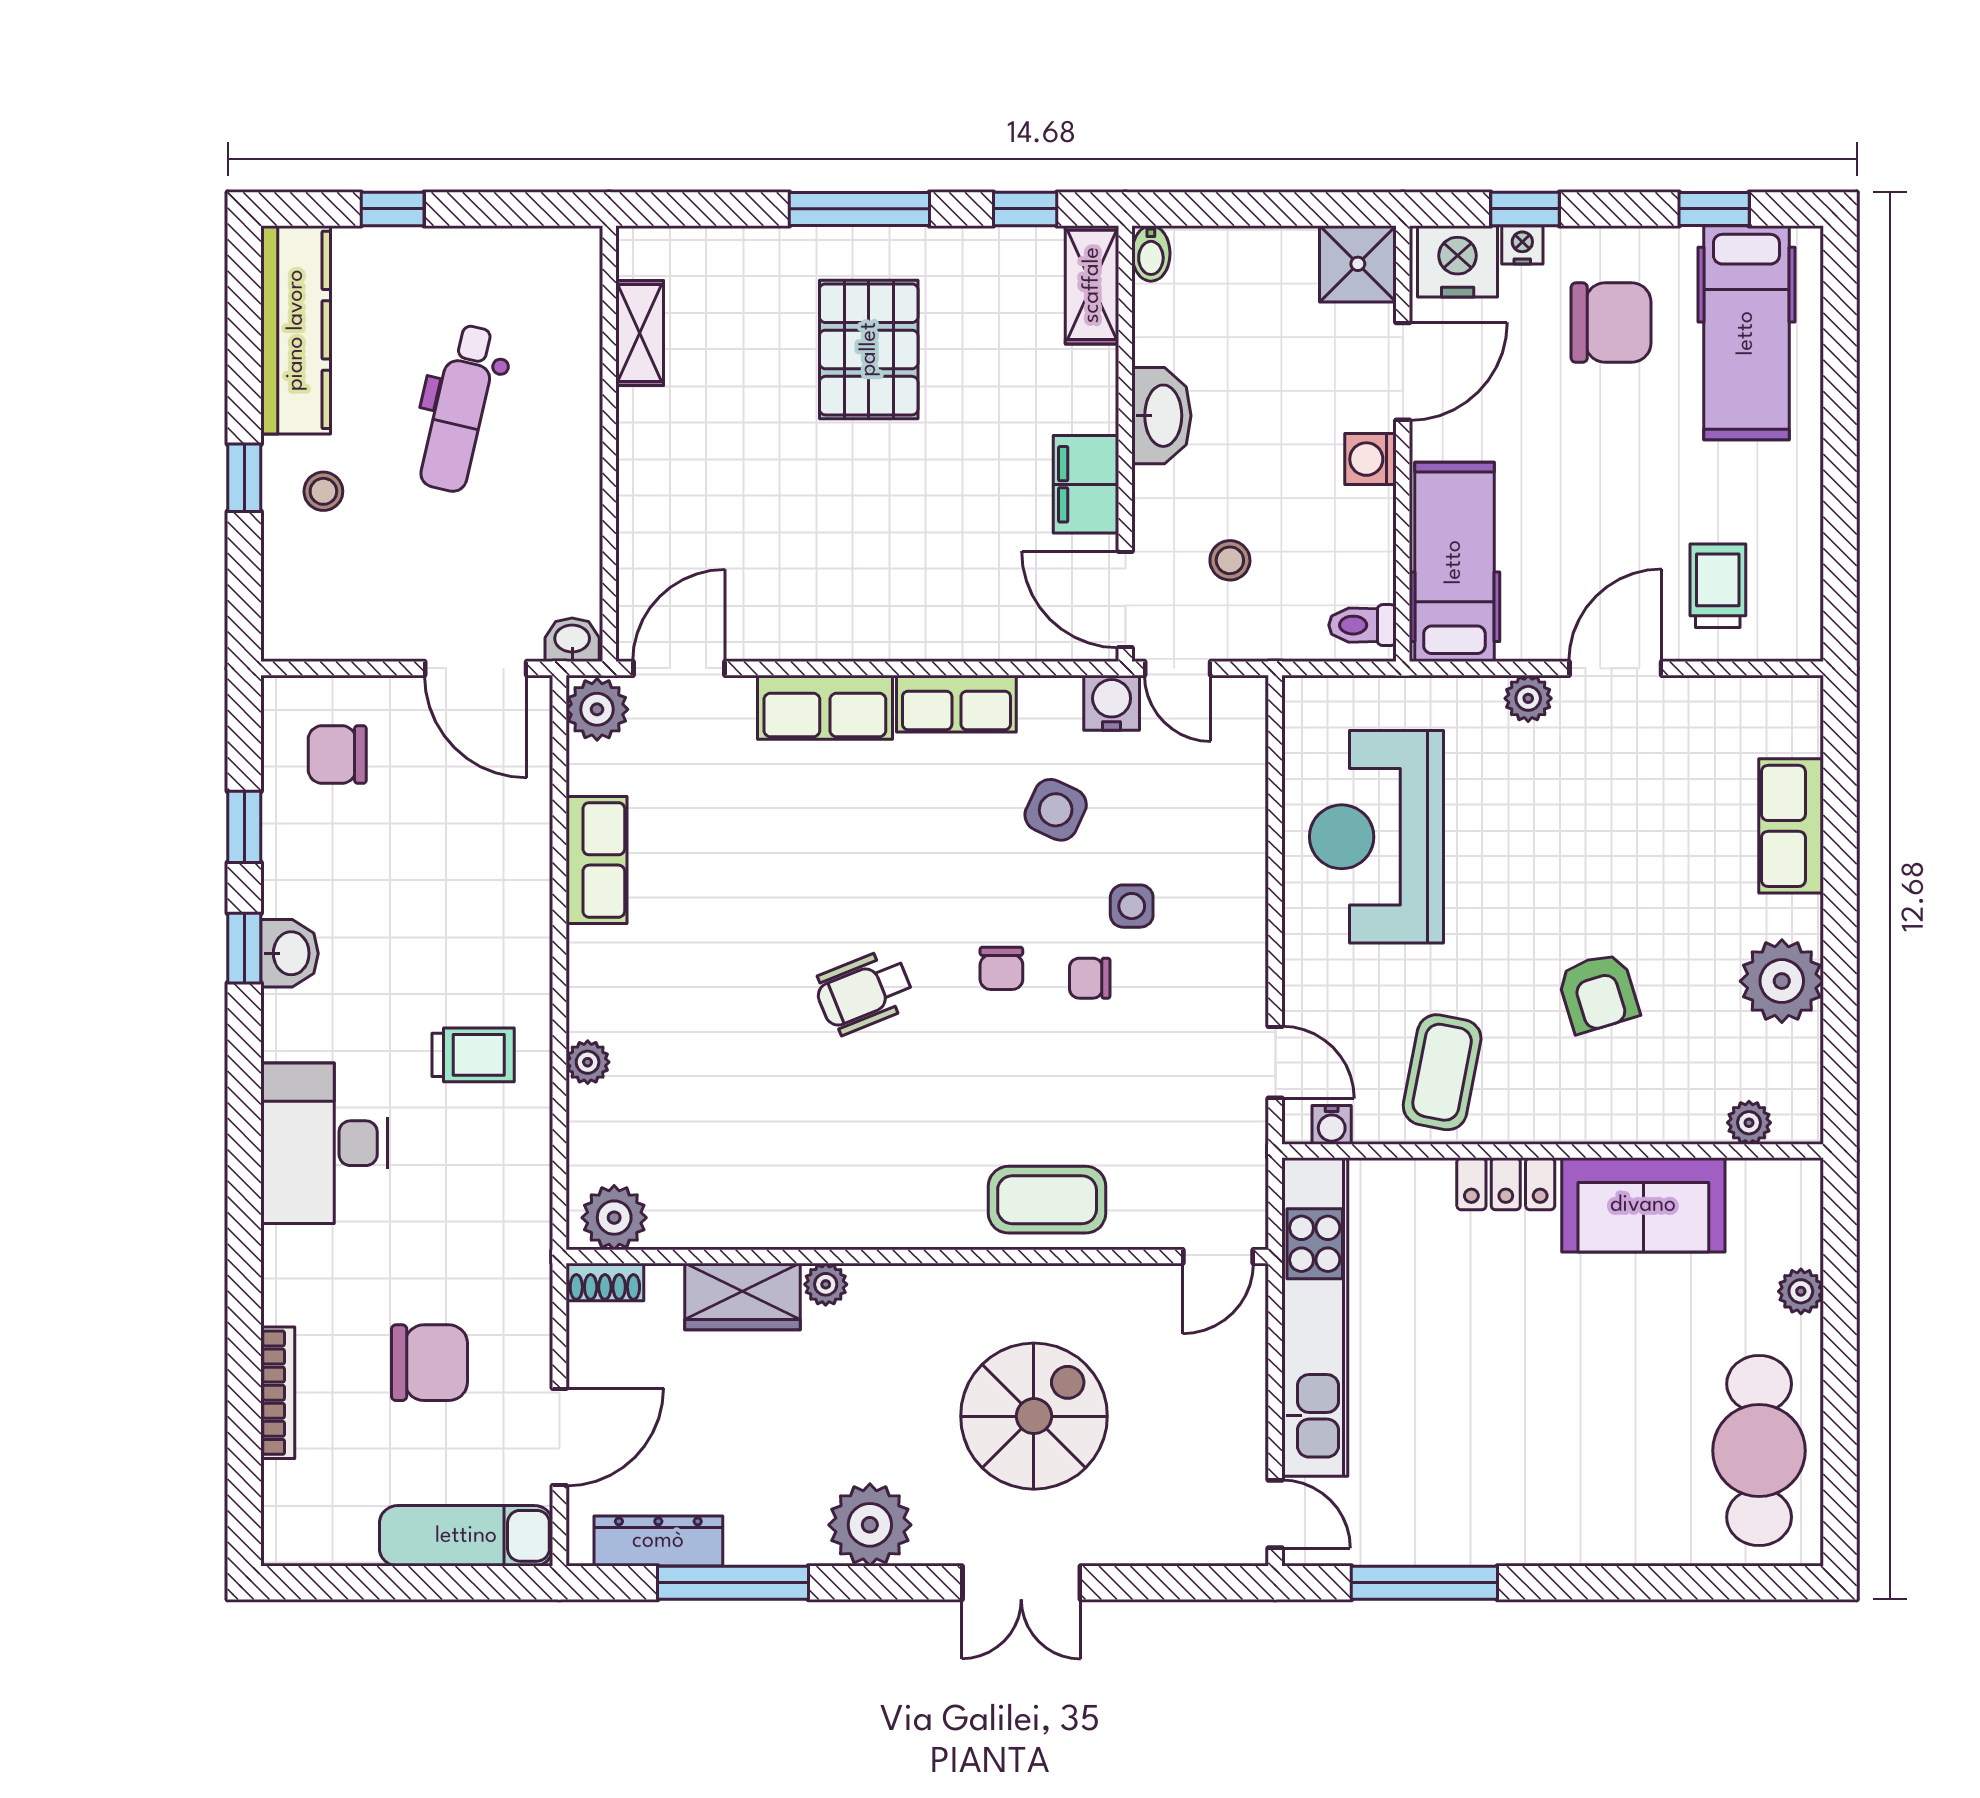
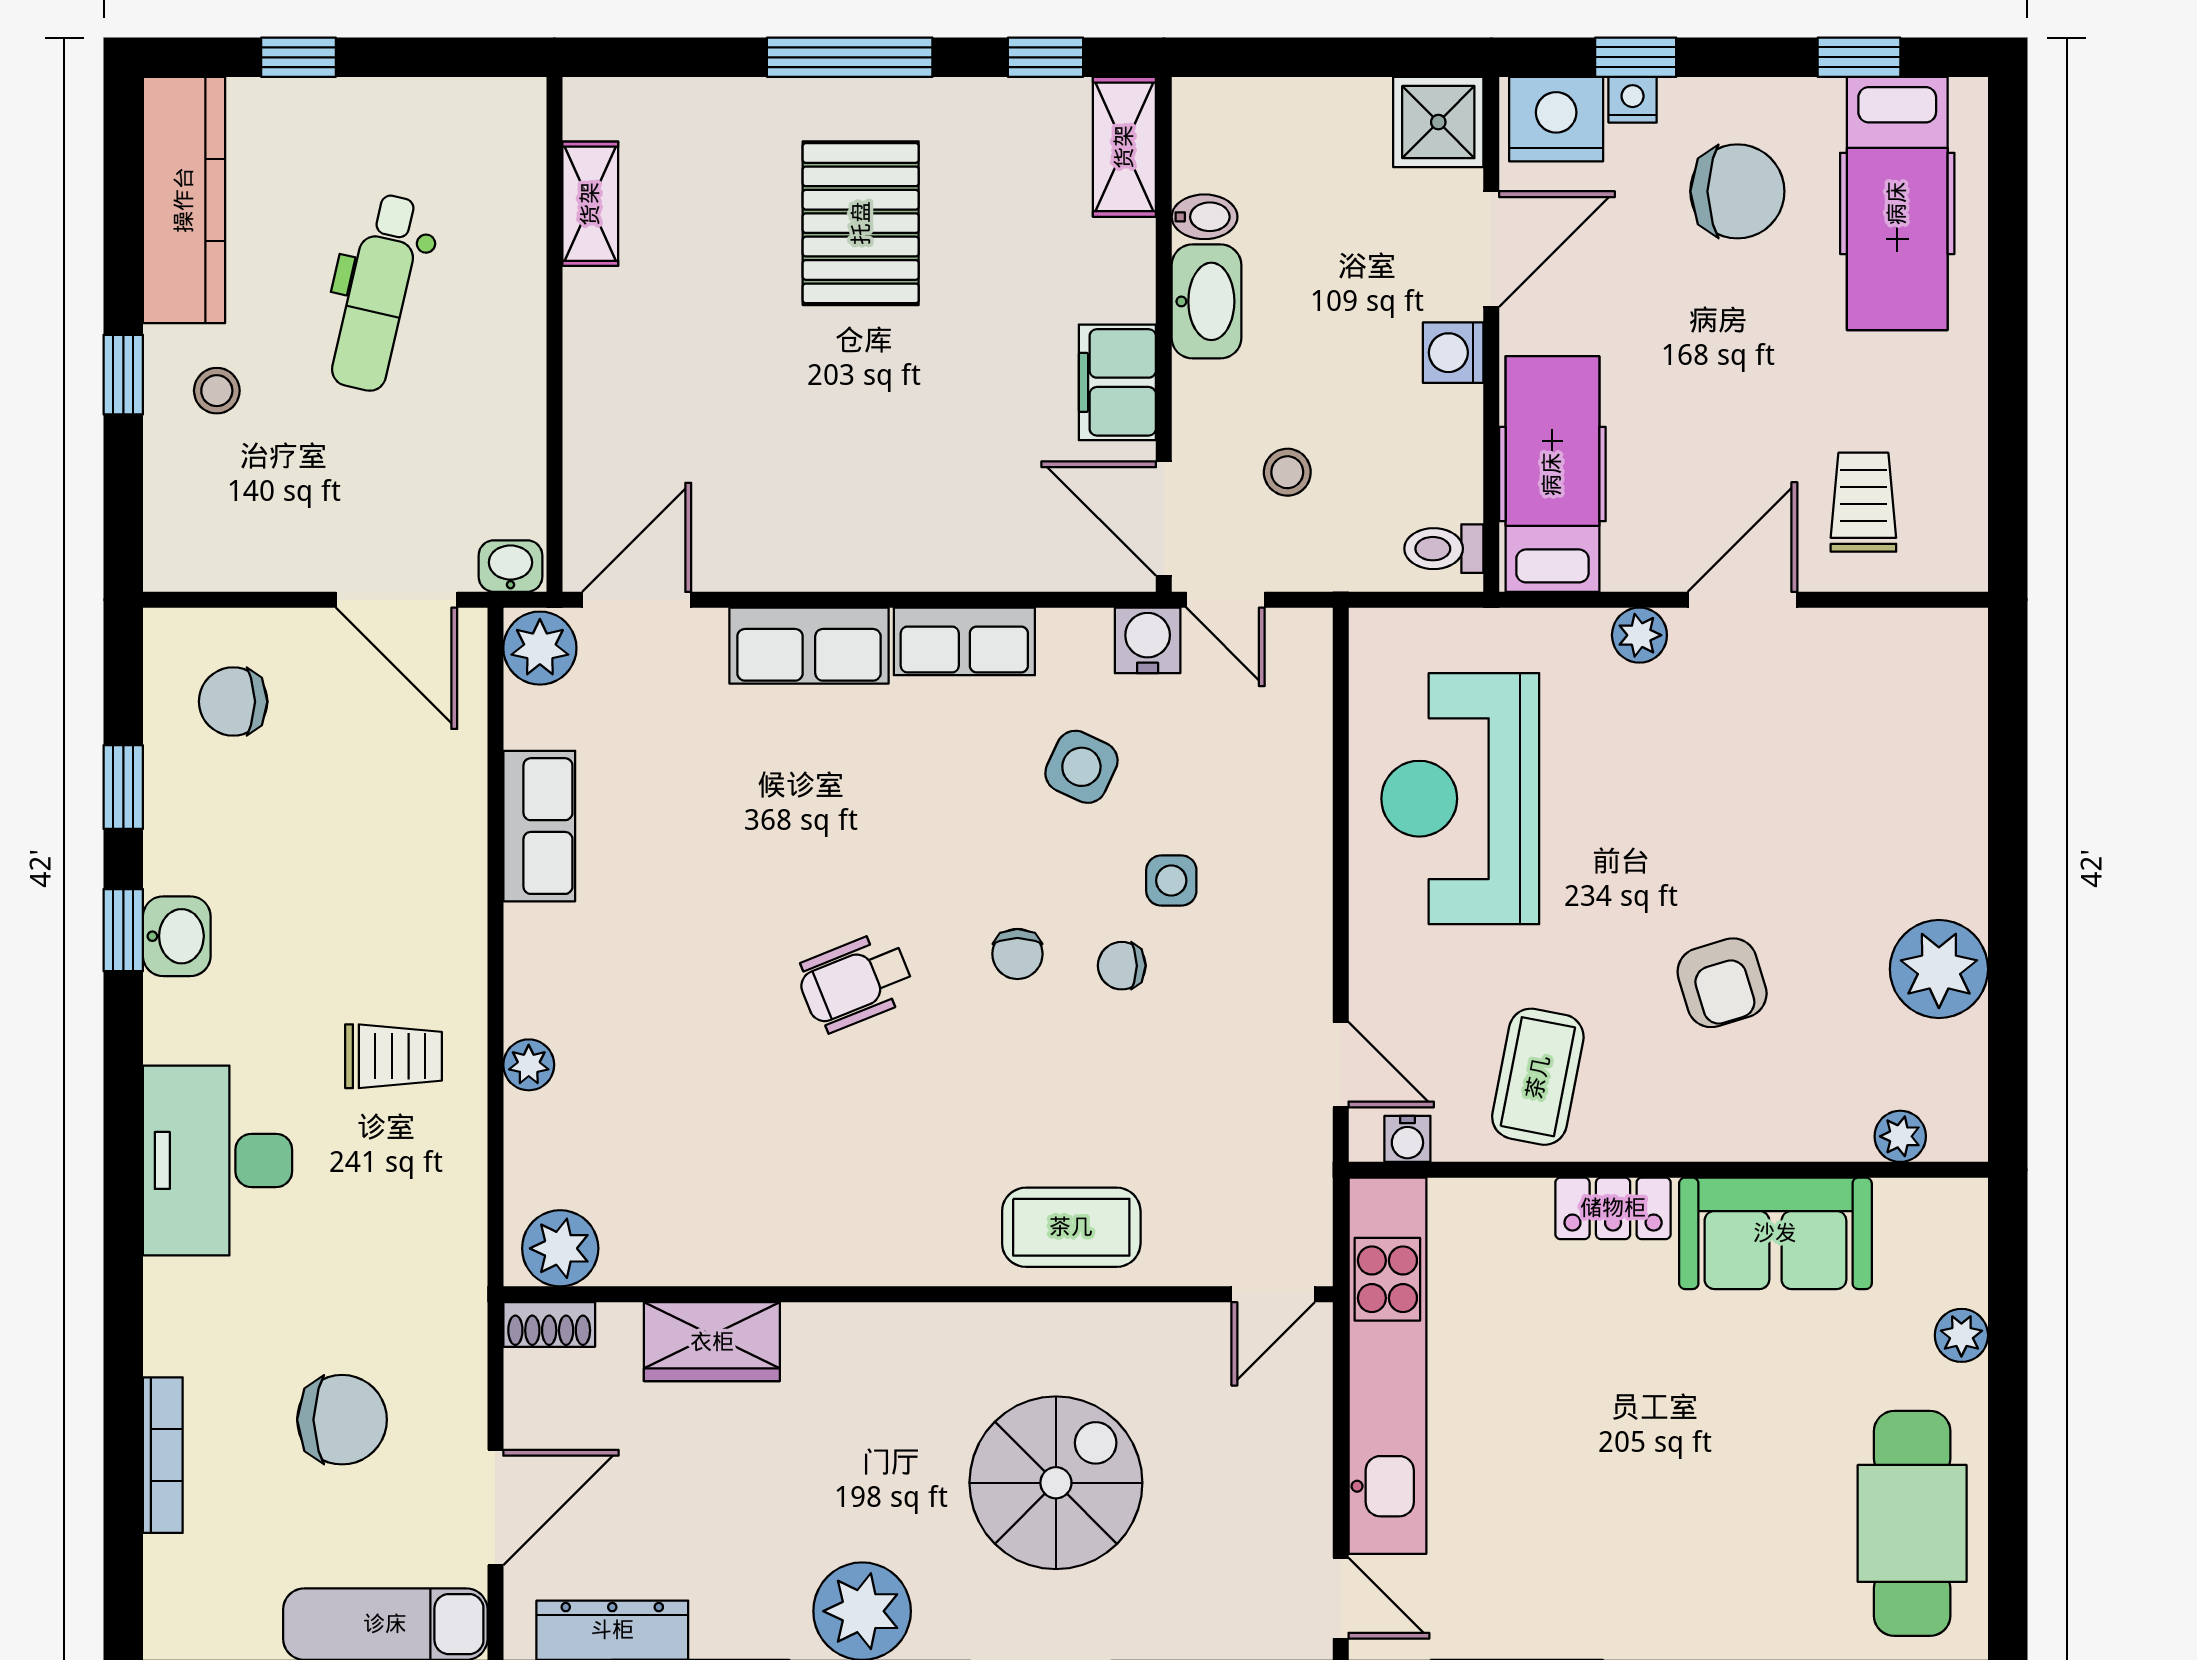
bidet: (1151, 253) -> (1205, 217), moved, turned -90
row of seats: (1791, 826) -> (1950, 786), removed
plant: (826, 1284) -> (810, 1327), removed

